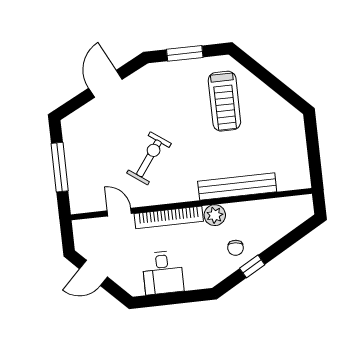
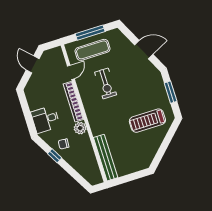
exercise bike: (149, 158) -> (106, 83), turned 54
exercise mat: (89, 169) -> (93, 50), added
bench: (237, 186) -> (106, 158), moved
desk: (163, 273) -> (45, 119), moved

